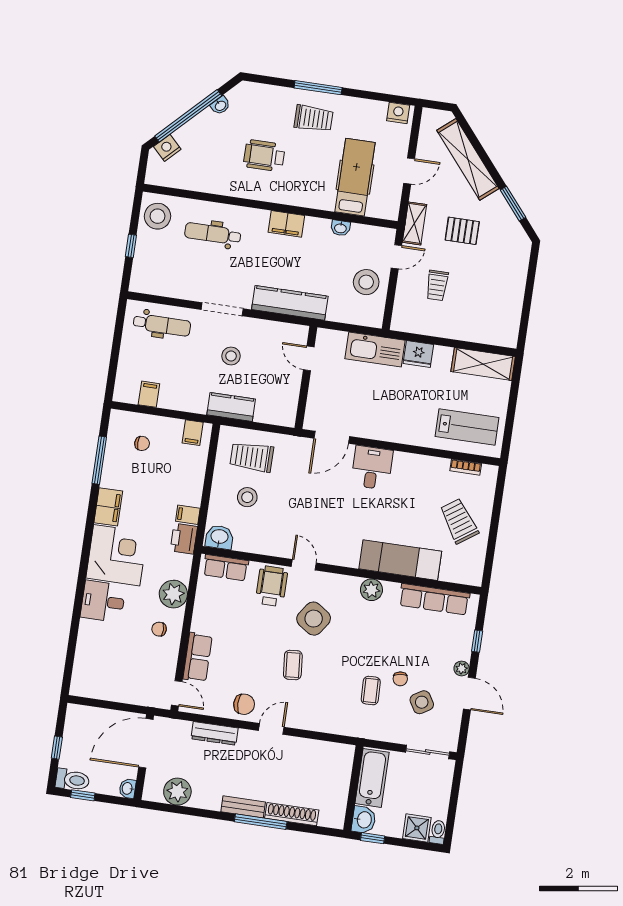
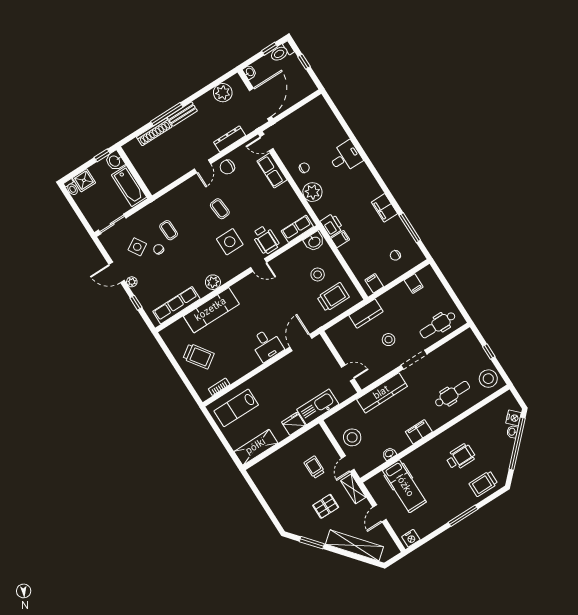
washbasin: (220, 105) -> (512, 432), moved
trolley: (314, 118) -> (483, 484), moved
corner desk: (117, 555) -> (359, 187), removed
side table: (314, 619) -> (230, 242), turned -34

